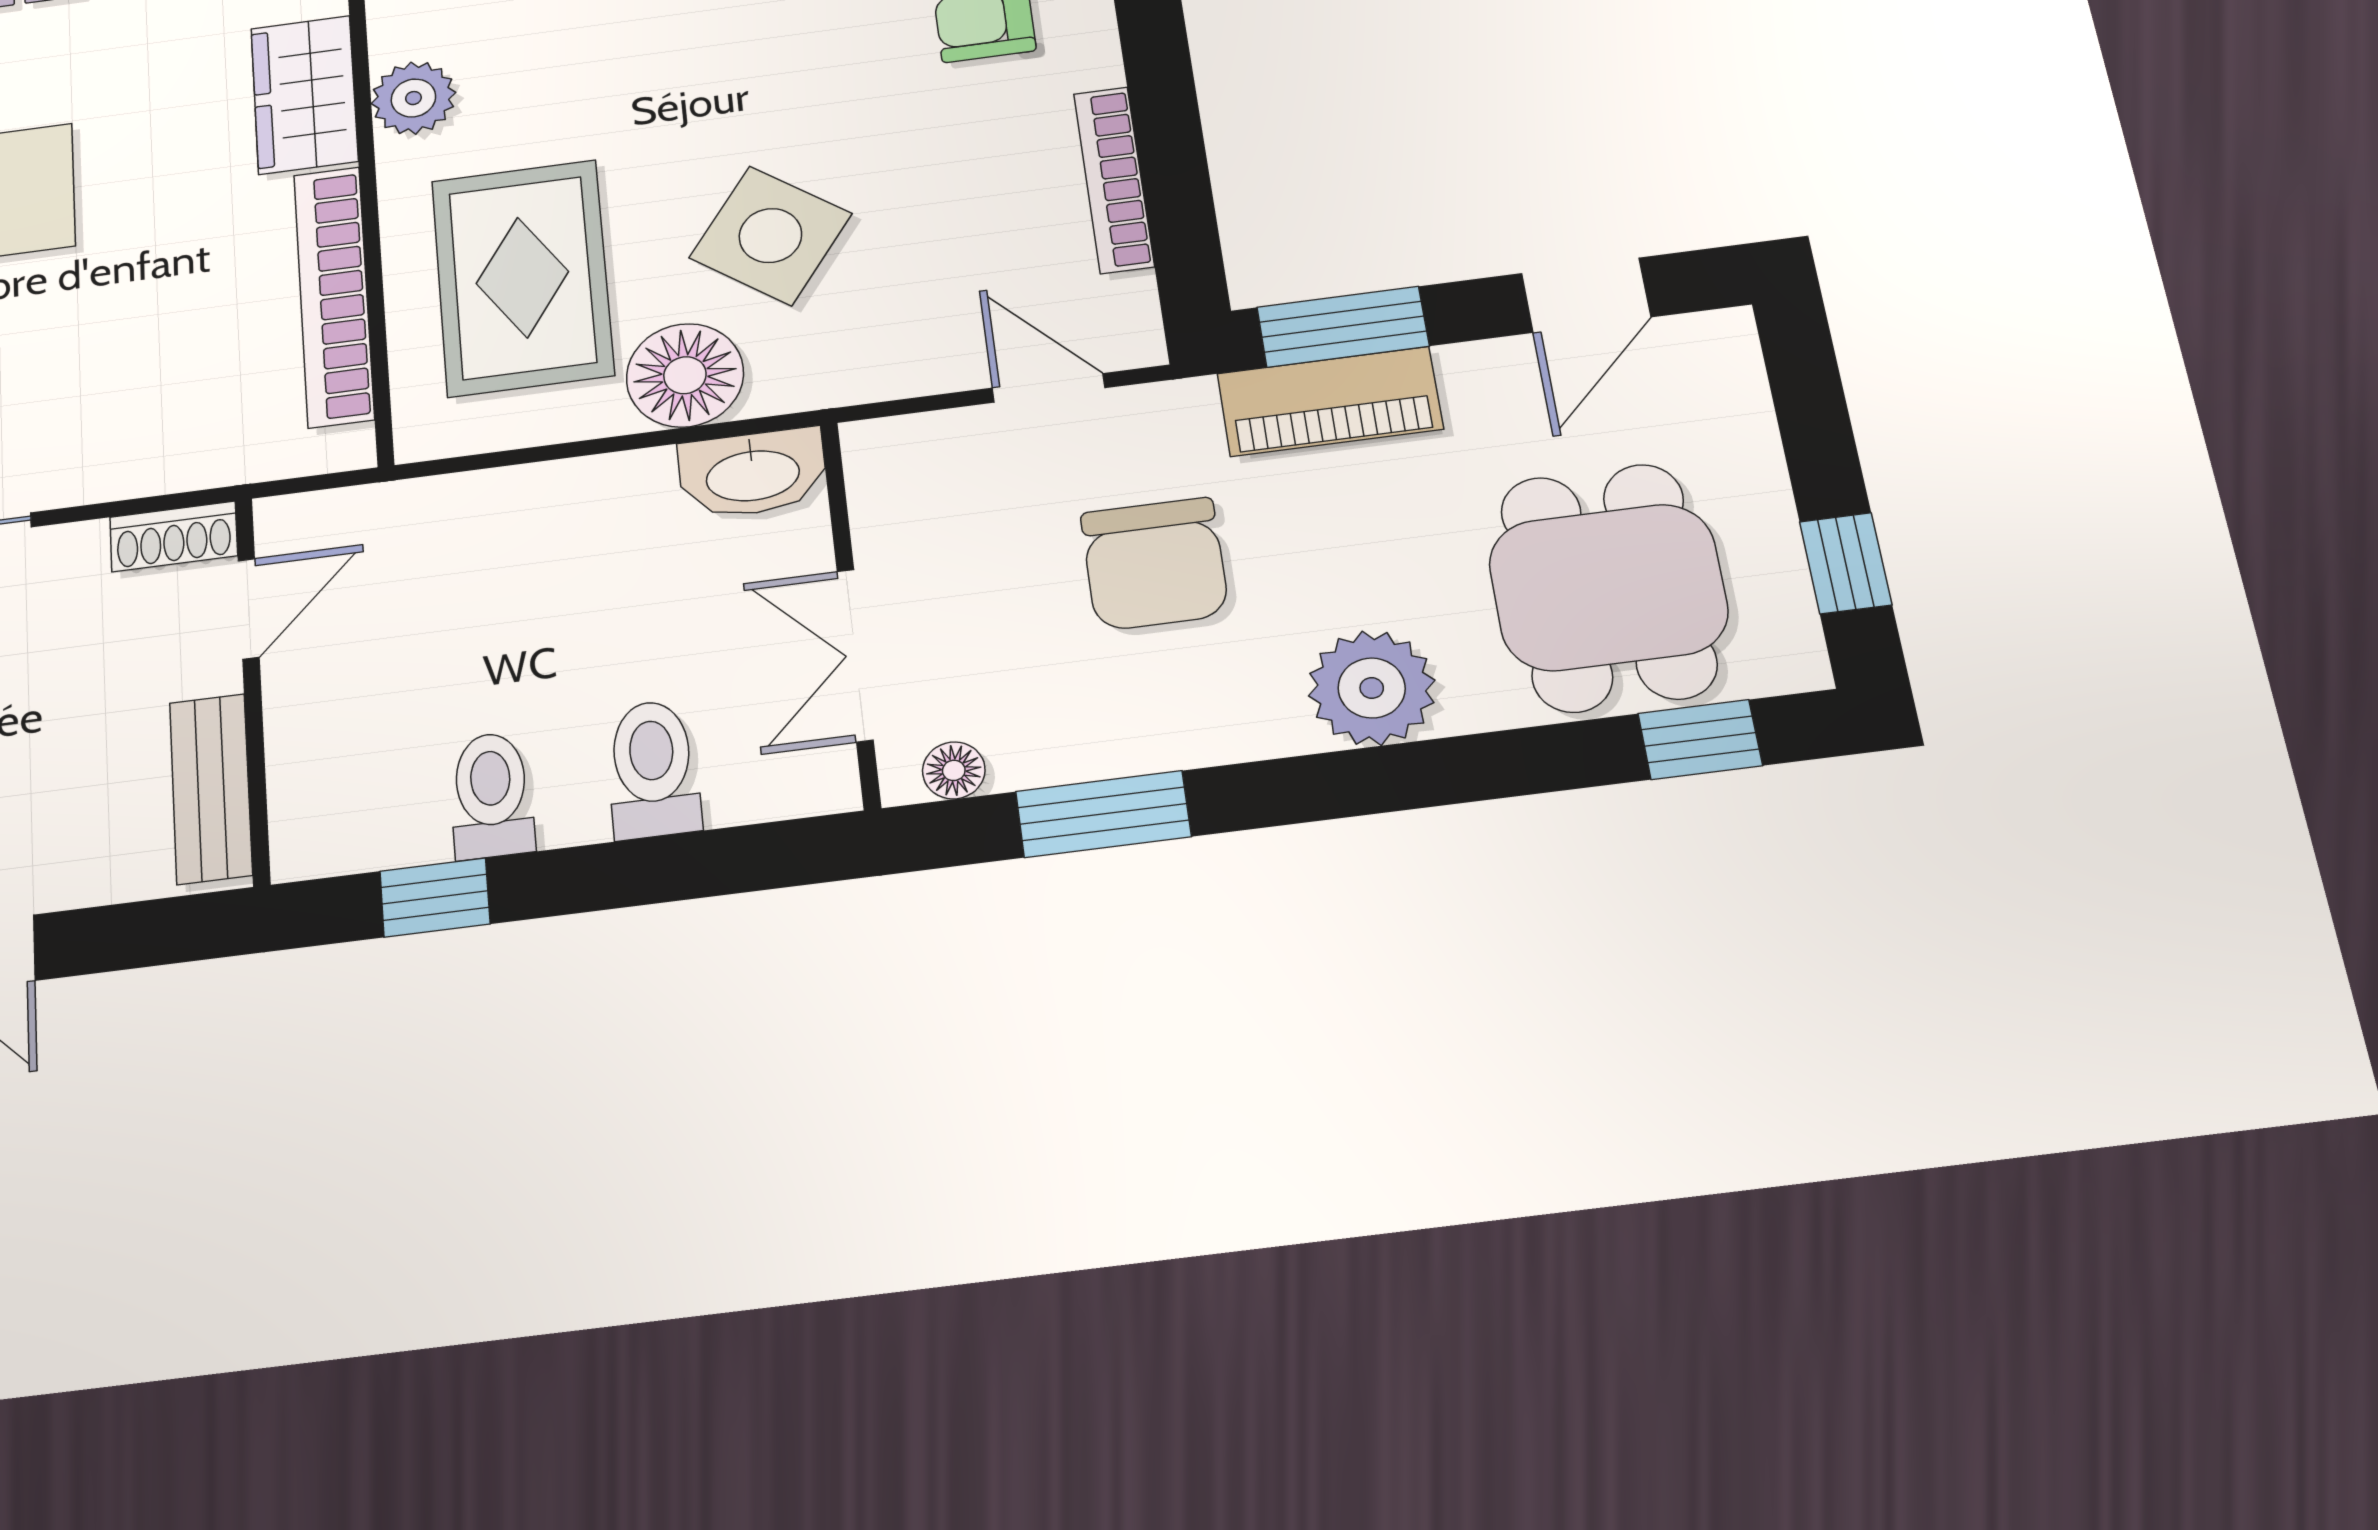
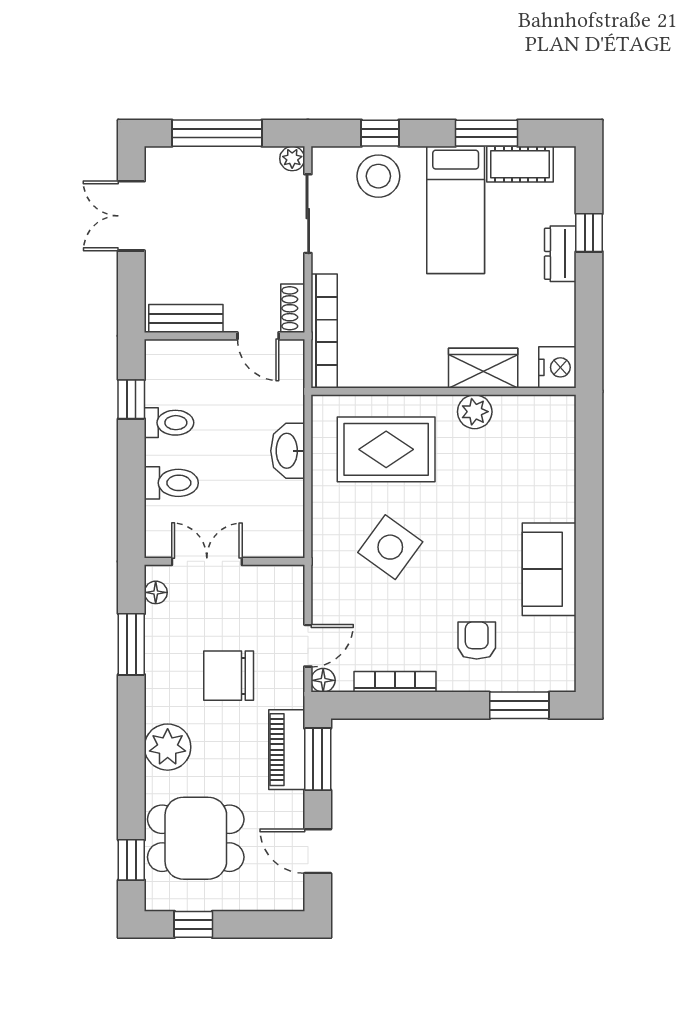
bookcase: (334, 296) -> (324, 331), moved, turned 90
floor lamp: (685, 375) -> (323, 680), moved, width x0.53, depth x0.53
washbasin: (753, 473) -> (288, 451), moved

